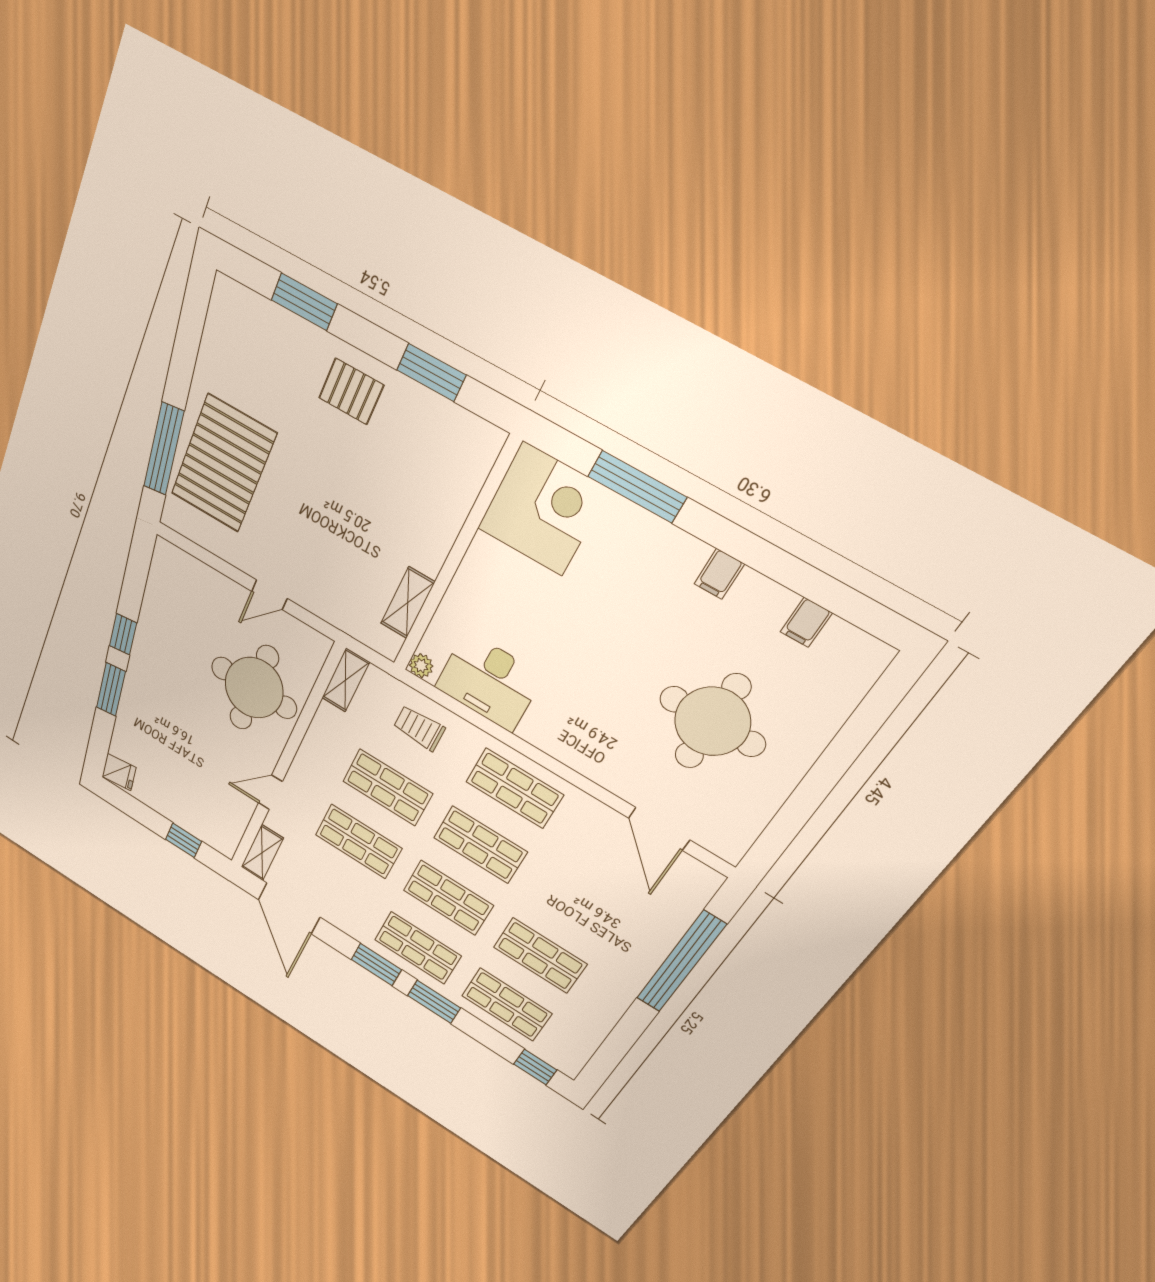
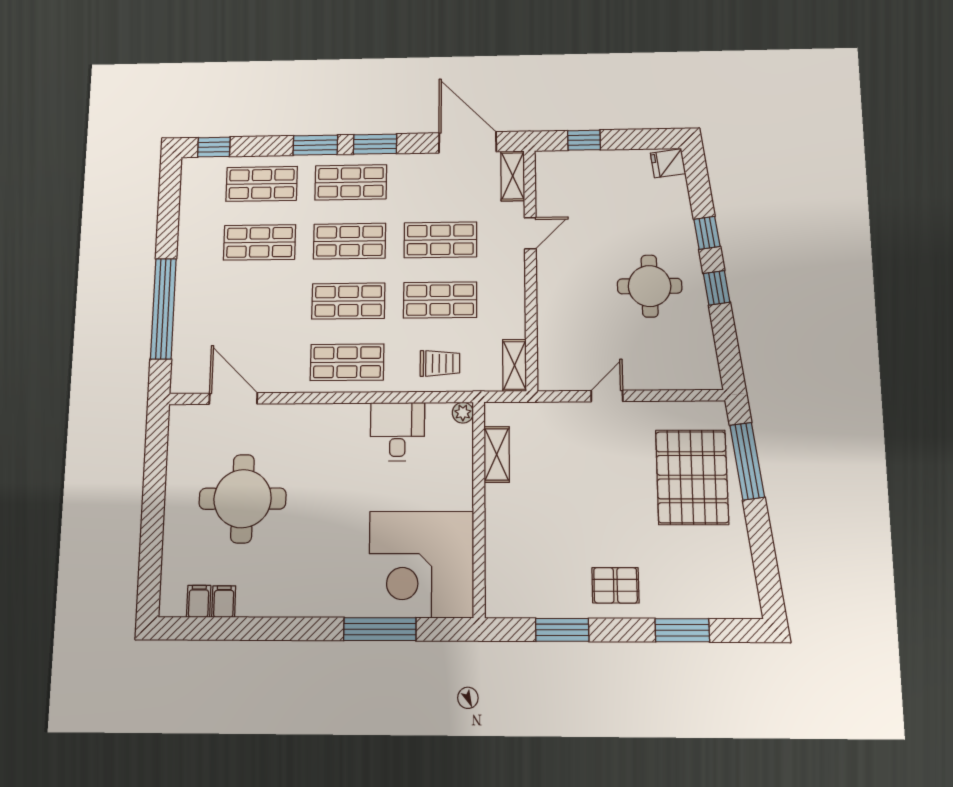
corner desk: (543, 509) -> (421, 564), width x1.36, depth x1.36
filing cabinet: (719, 574) -> (199, 601), moved
desk: (489, 681) -> (397, 432), width x0.73
round table: (254, 688) -> (650, 286), moved, width x0.73, depth x0.73
window: (111, 689) -> (707, 233), width x0.67

